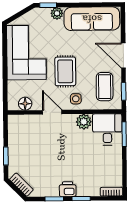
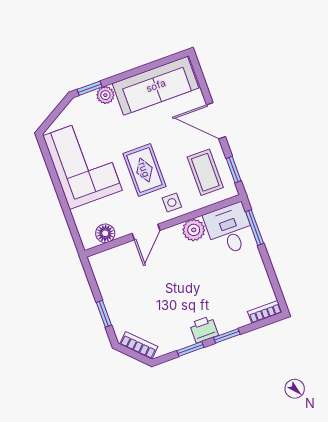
door: (52, 112) -> (146, 232), swing flipped

